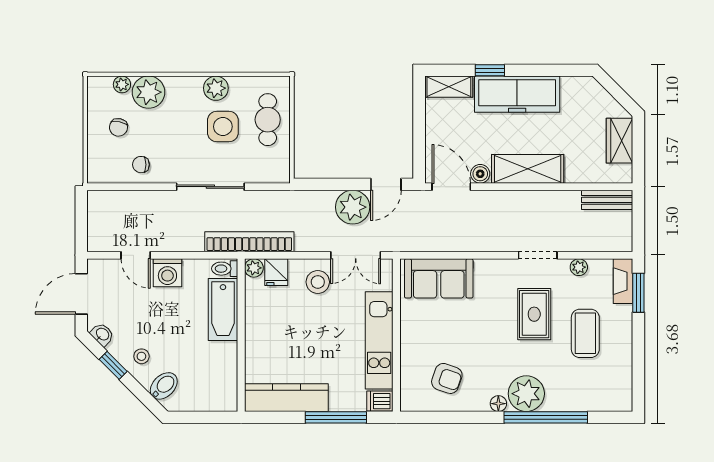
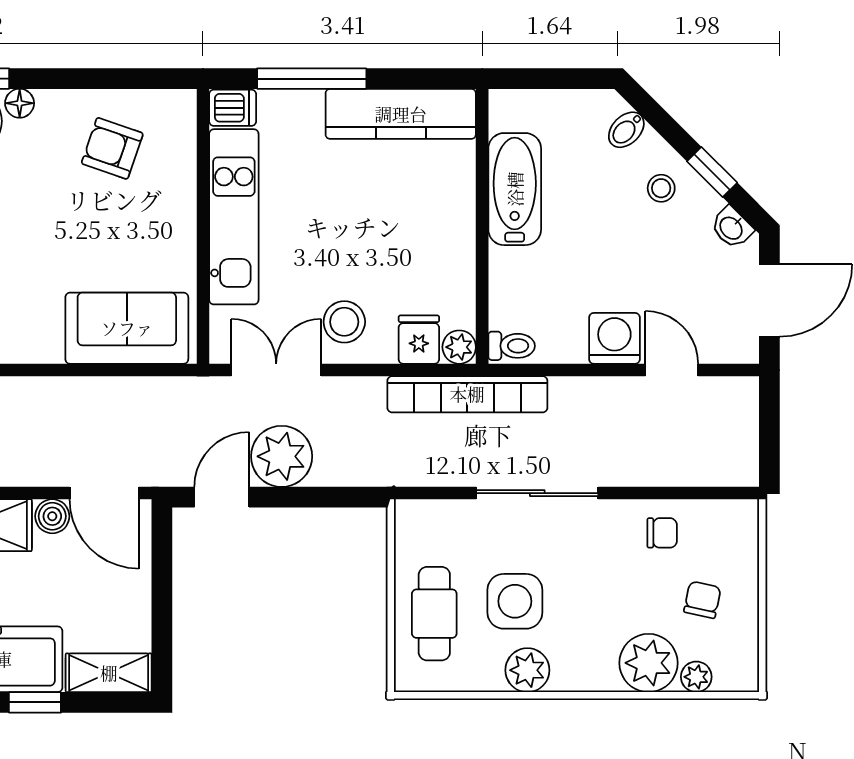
bathtub: (223, 310) -> (515, 189), moved
bidet: (164, 386) -> (626, 130), width x0.72, depth x0.74

